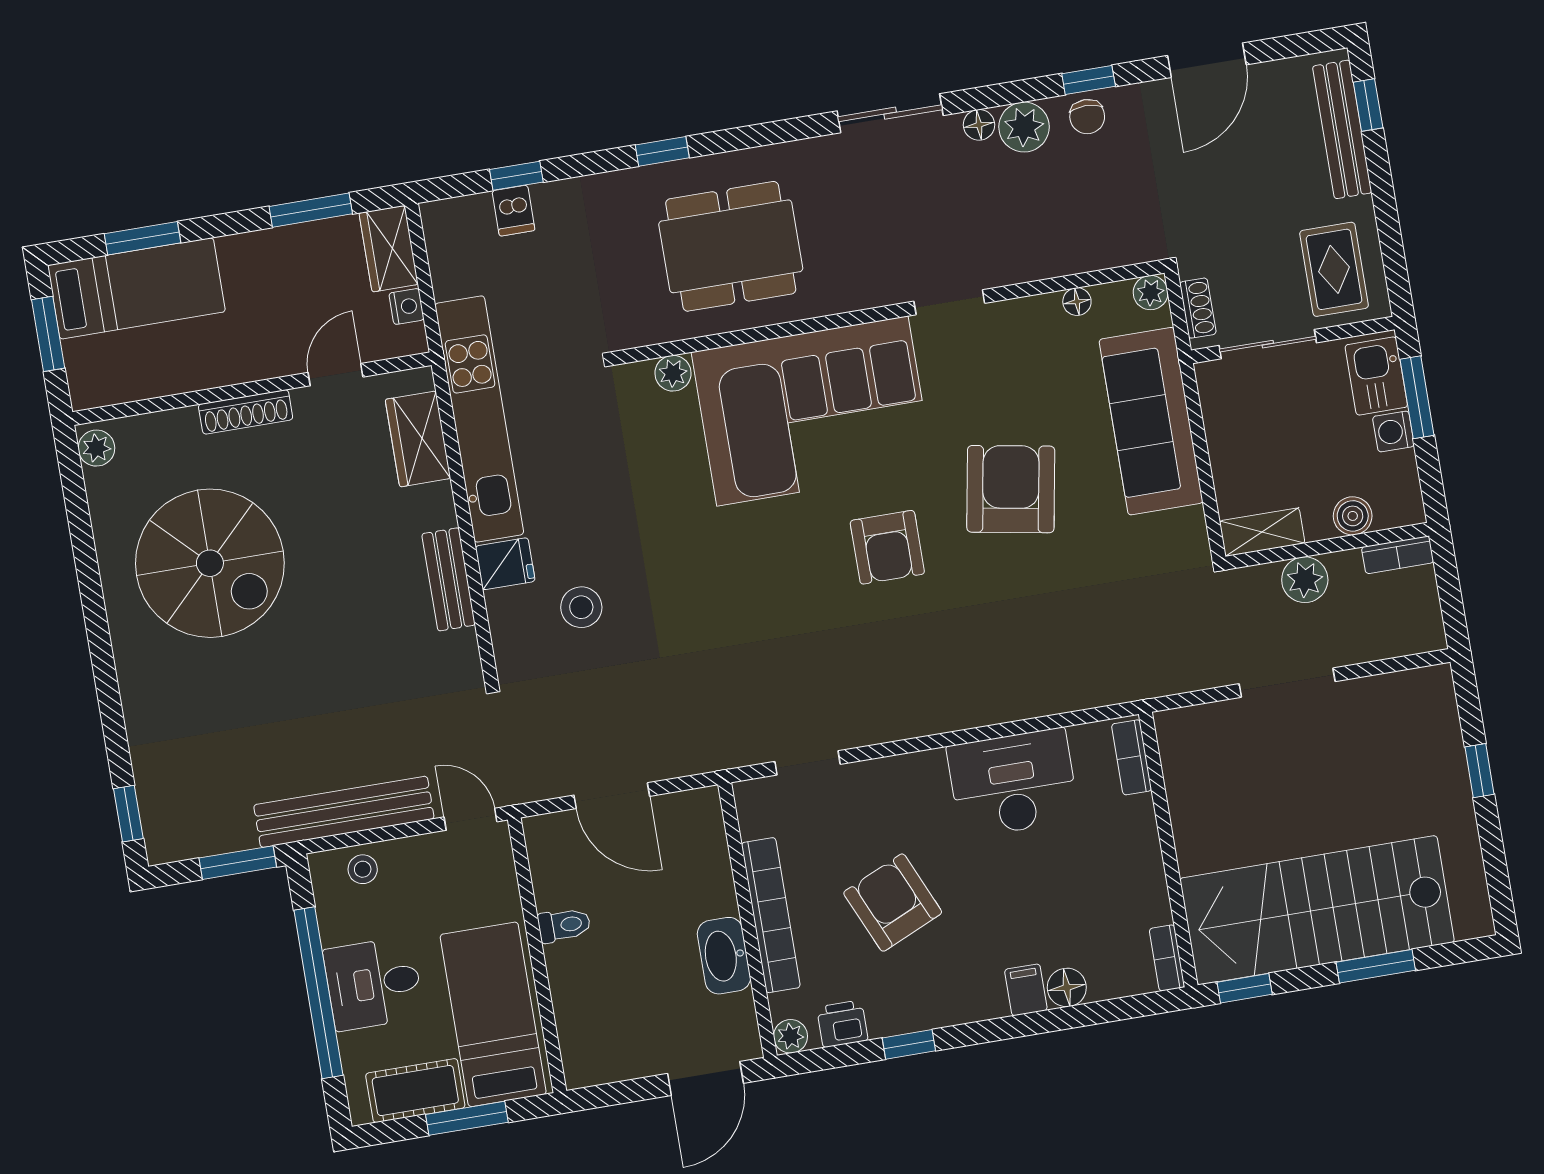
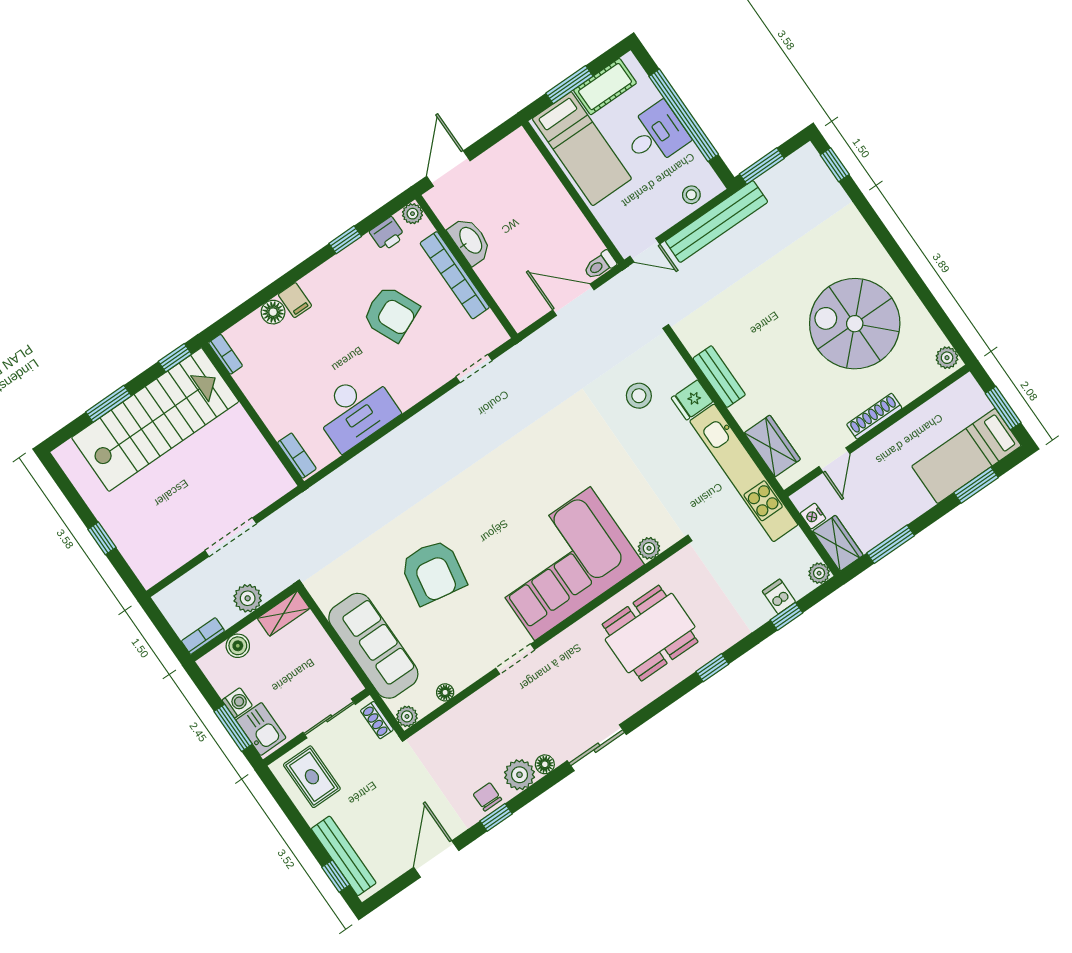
plant: (437, 217) -> (819, 573), added
armchair: (887, 547) -> (486, 508), removed
toilet: (564, 925) -> (600, 265), moved

